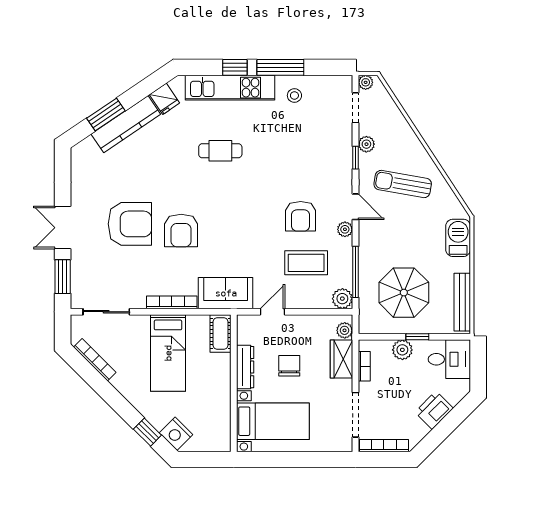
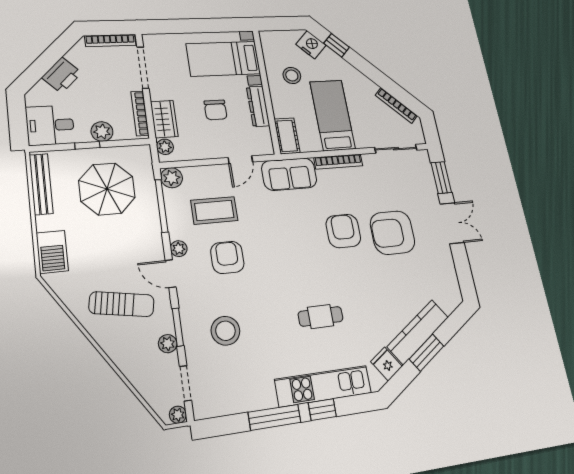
stool: (294, 95) -> (225, 331), moved, width x1.89, depth x1.89
window: (106, 114) -> (426, 353), moved
window: (355, 158) -> (178, 327), width x1.50
bookcase: (364, 366) -> (140, 113), width x1.56
stool: (203, 399) -> (292, 76), added

